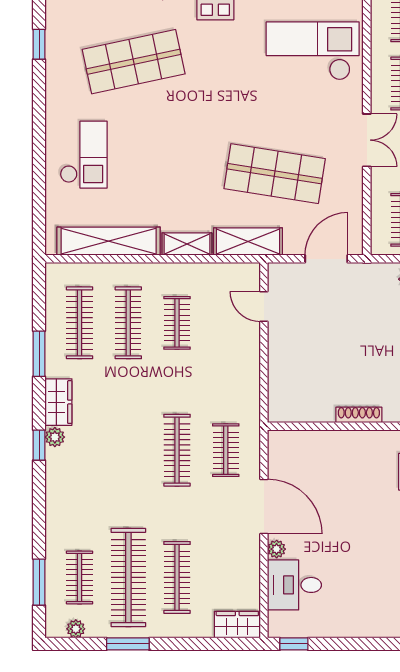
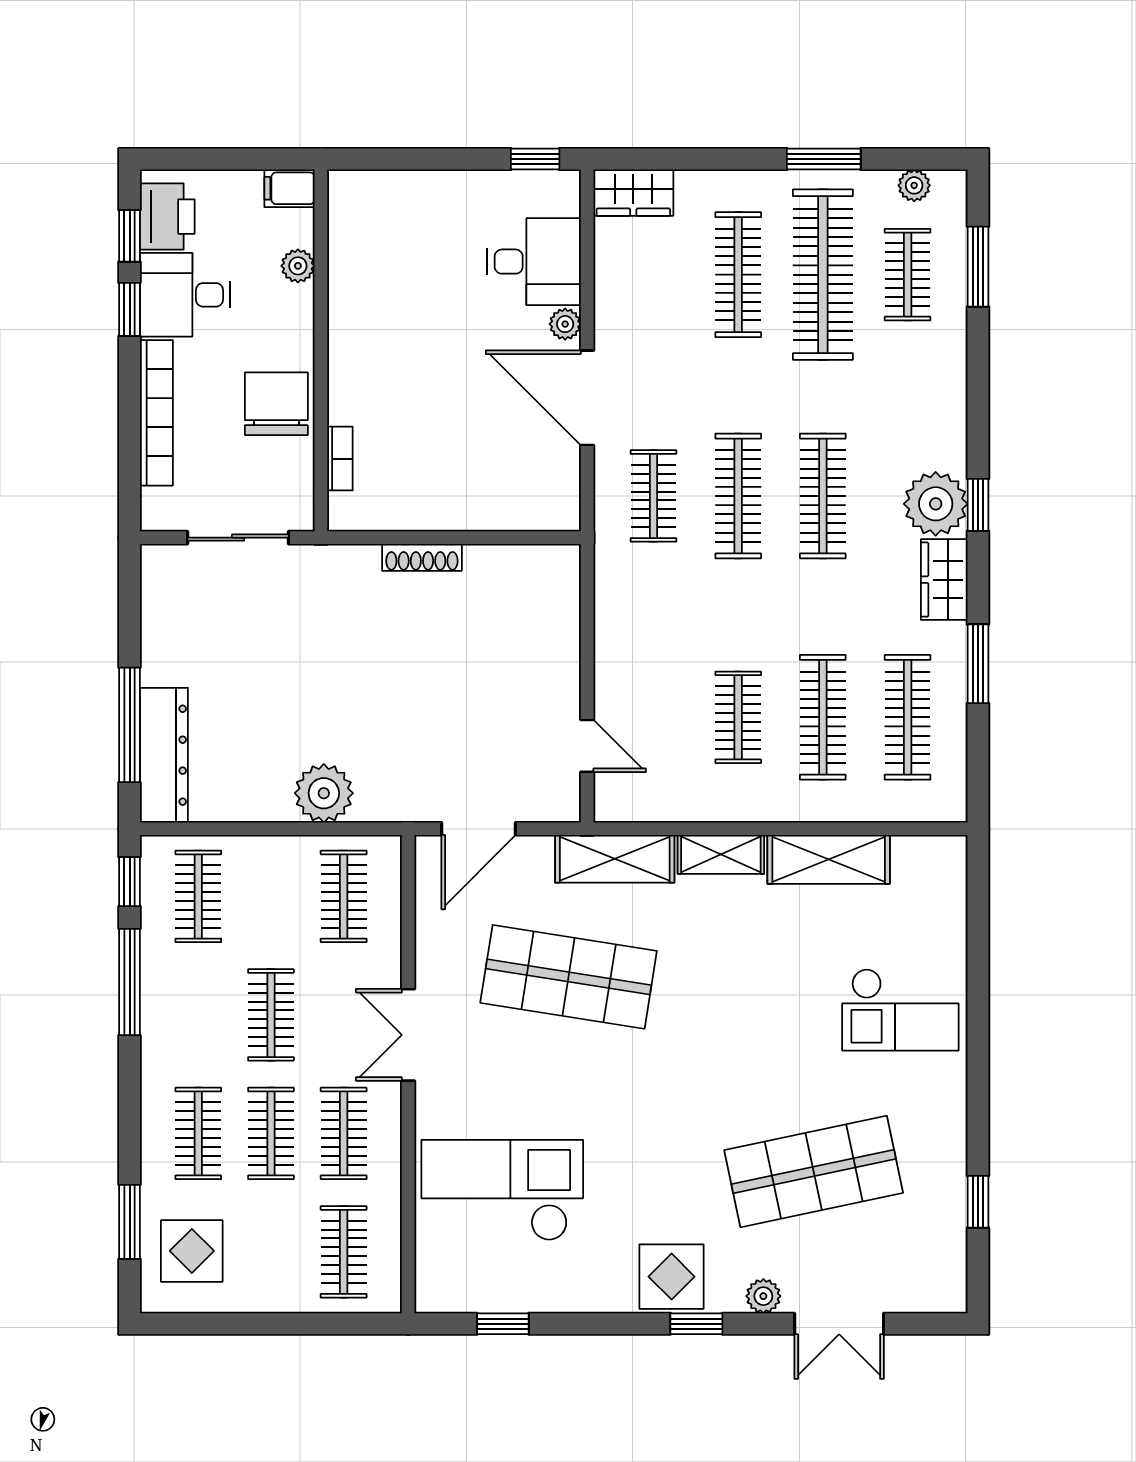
checkout: (313, 51) -> (502, 1190), turned 180
checkout: (84, 155) -> (900, 1010), turned -90
shelving: (109, 241) -> (829, 859), width x0.68
plant: (55, 437) -> (936, 504), width x1.88, depth x1.88
clothes rail: (128, 450) -> (823, 496), added

